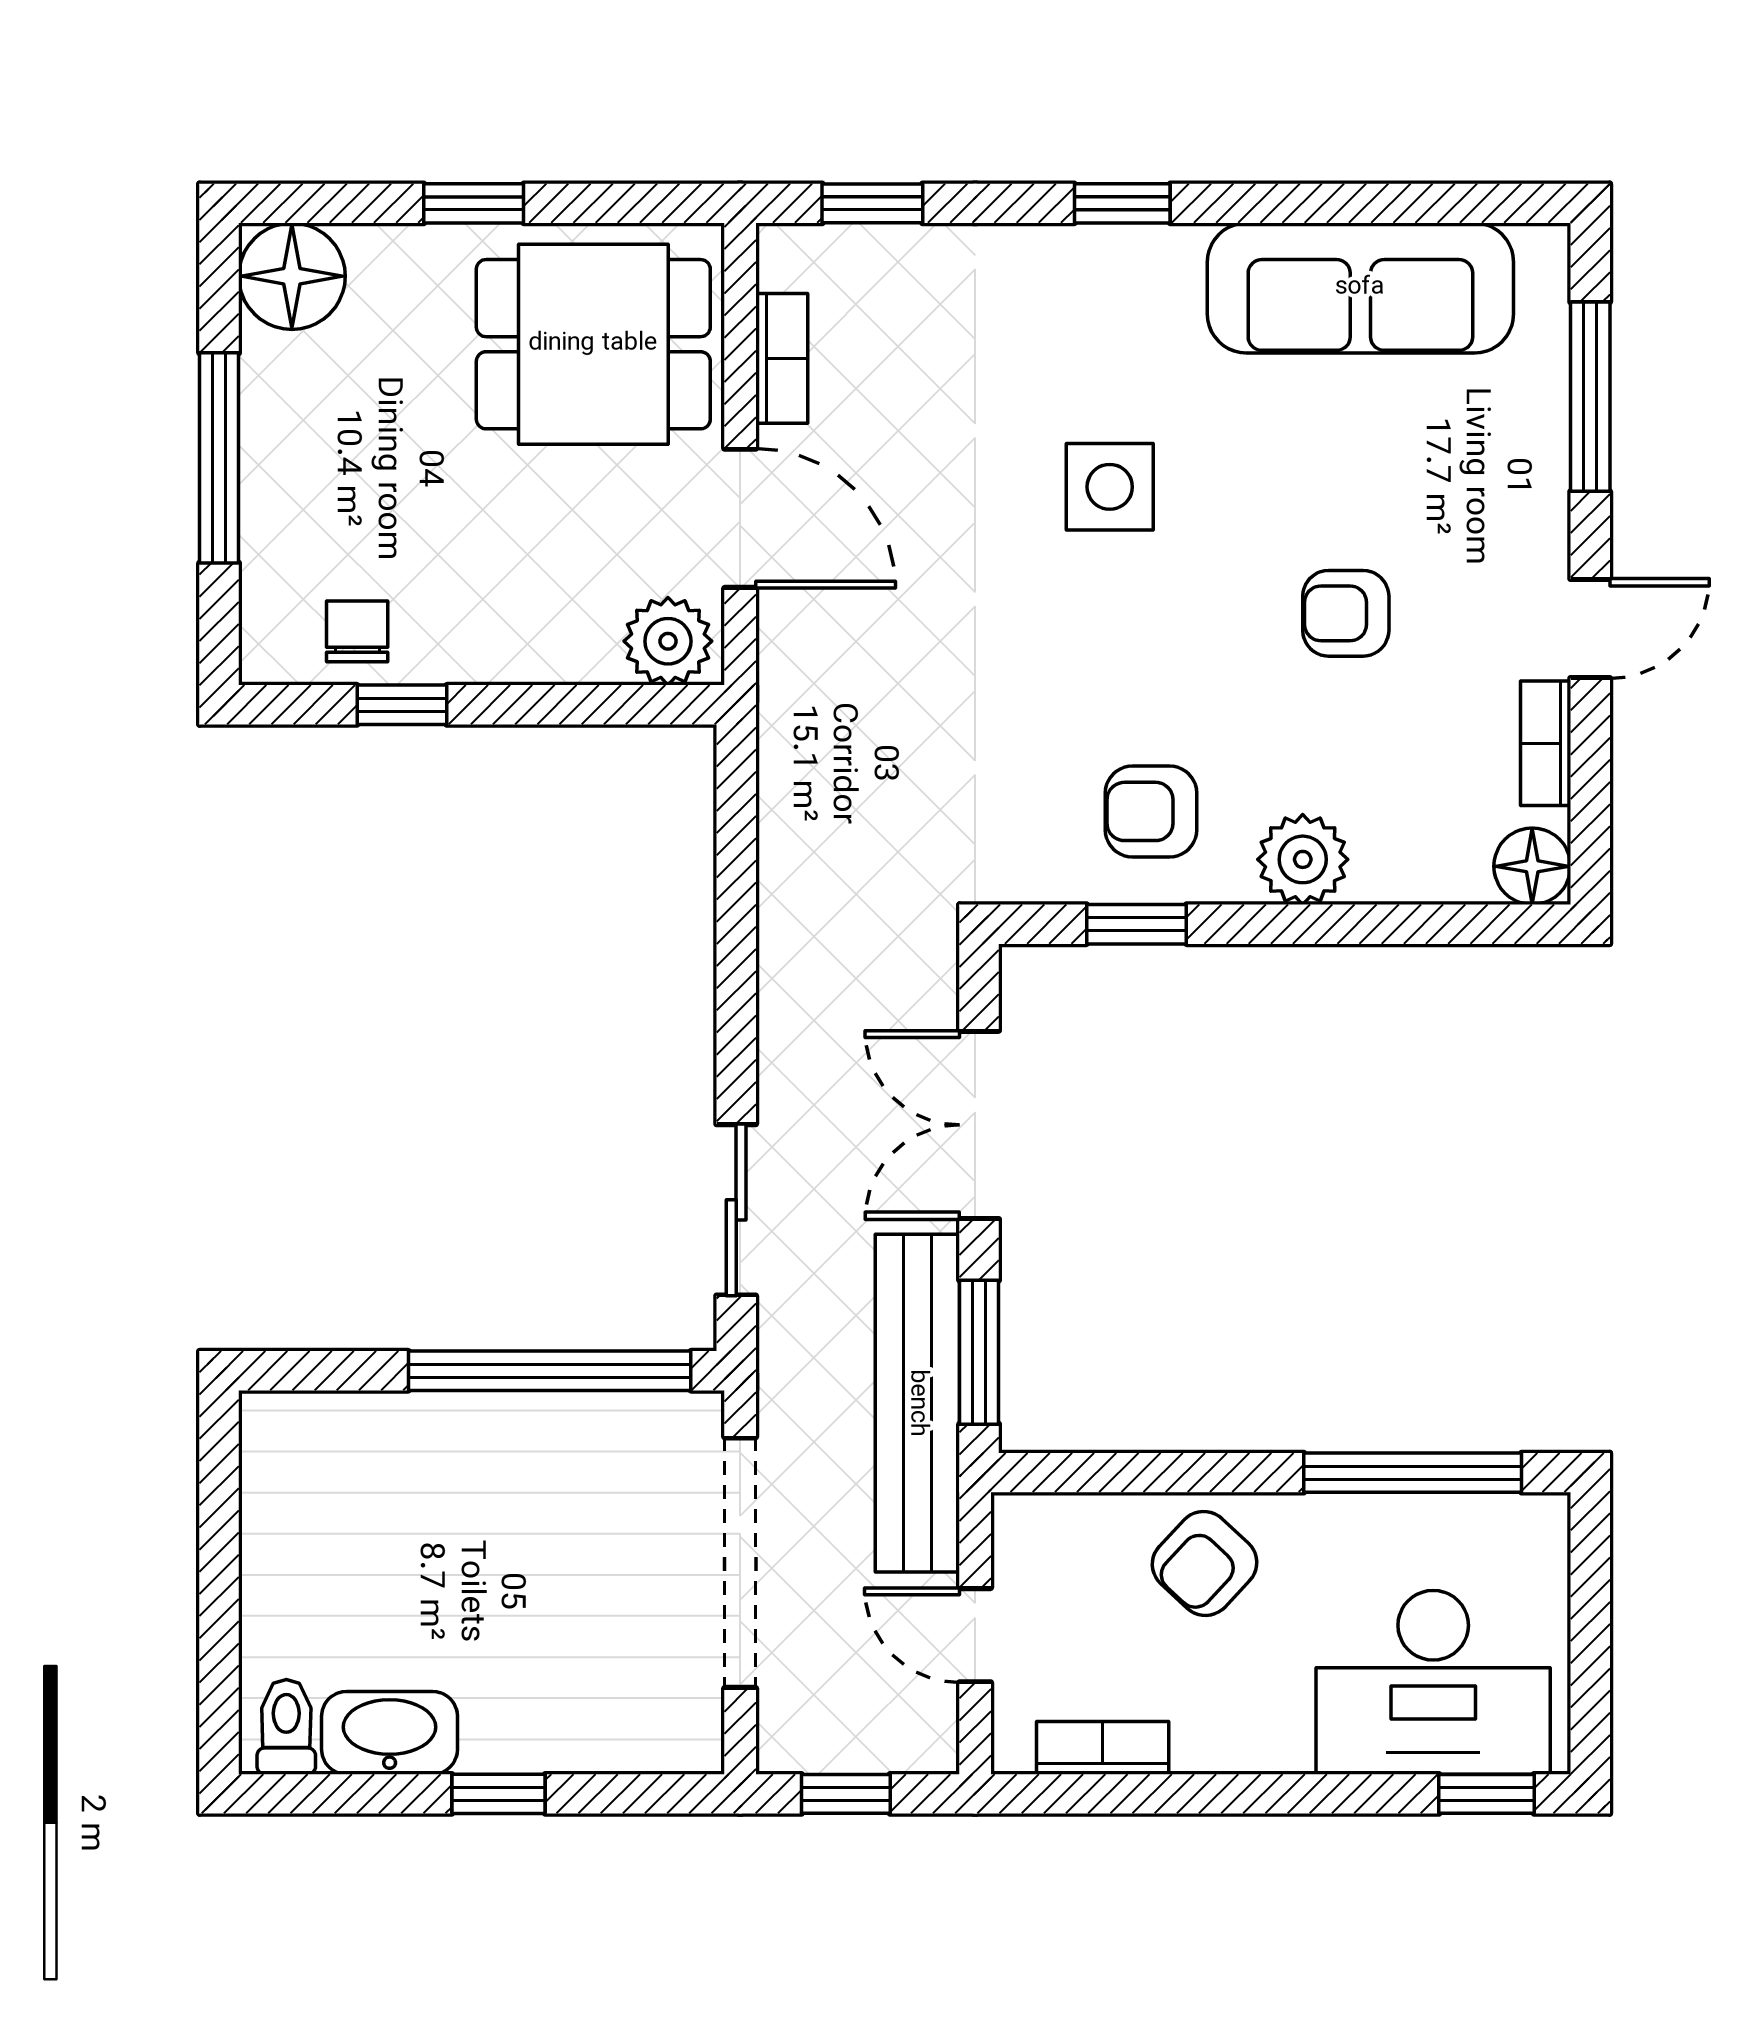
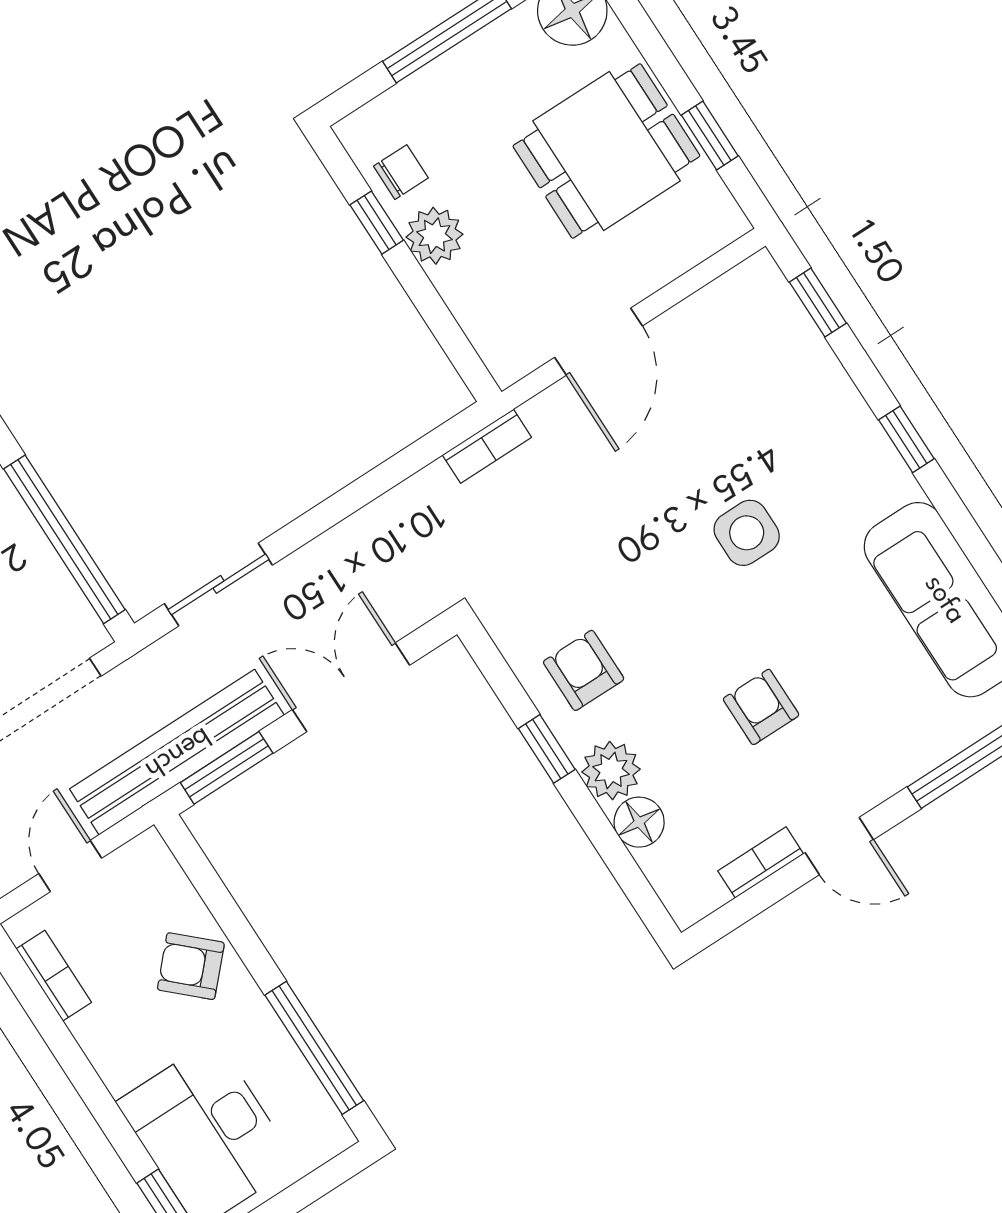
window: (474, 203) -> (710, 135), moved
dining table: (593, 344) -> (606, 151), moved, turned 90
bookcase: (782, 358) -> (487, 446), moved
plant: (668, 641) -> (434, 236), moved
floor lamp: (1532, 866) -> (639, 822), moved
window: (1136, 924) -> (547, 749), moved

